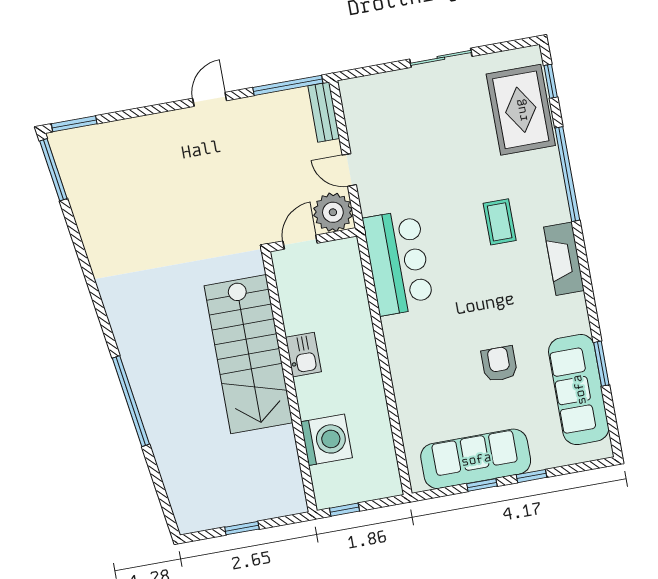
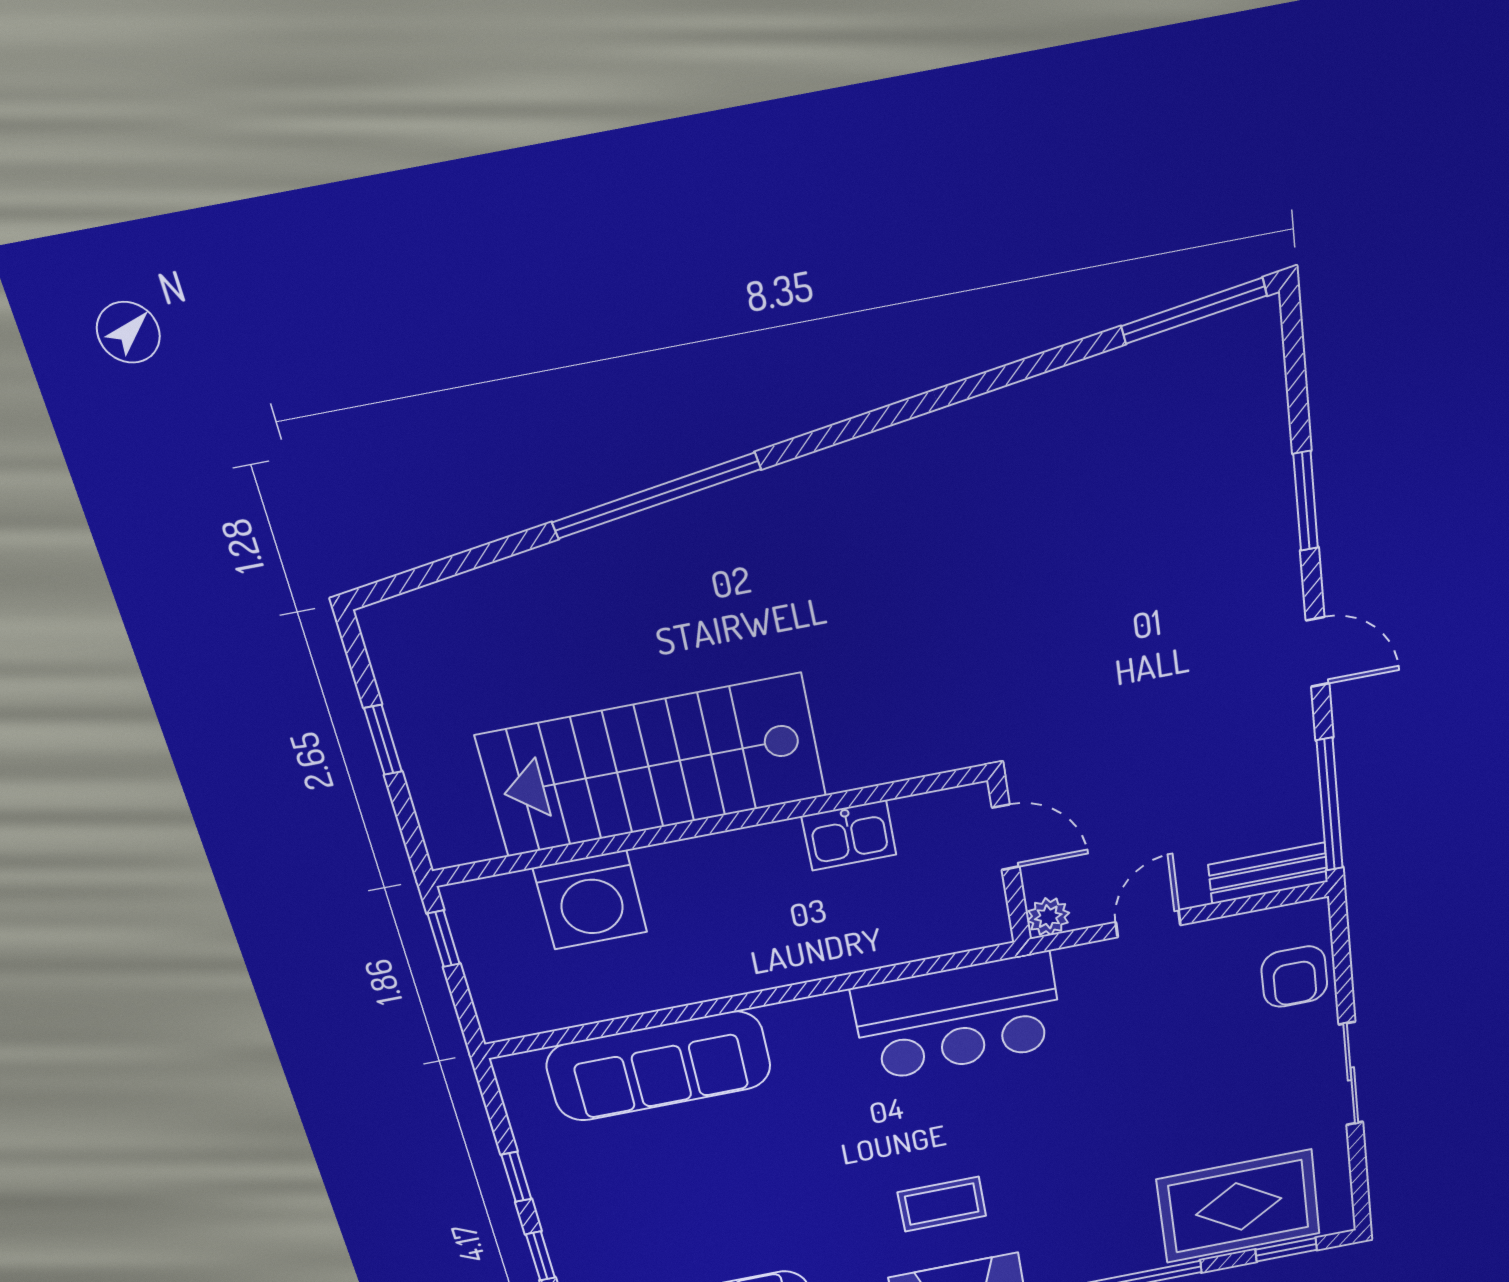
window: (74, 124) -> (1306, 501), moved
plant: (333, 212) -> (1048, 917), width x0.53, depth x0.53
coffee table: (500, 222) -> (942, 1204), moved
stairs: (248, 354) -> (653, 766), moved
kitchen sink: (303, 355) -> (849, 835), moved
armchair: (499, 364) -> (1294, 977), moved, turned 90
sofa: (476, 459) -> (659, 1066), moved, turned 90

